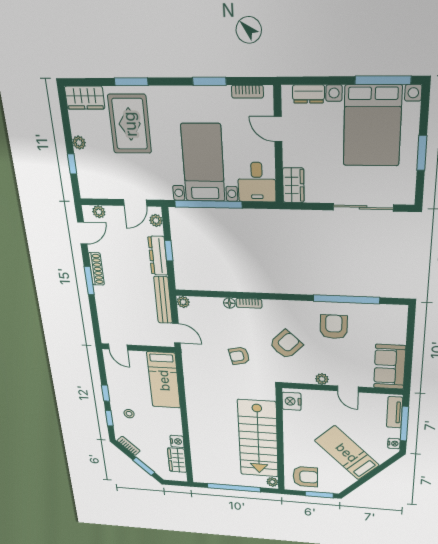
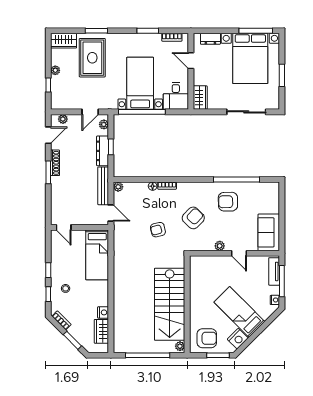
armchair: (334, 327) -> (228, 202), turned -91
nightstand: (292, 401) -> (238, 339), moved, turned -135

